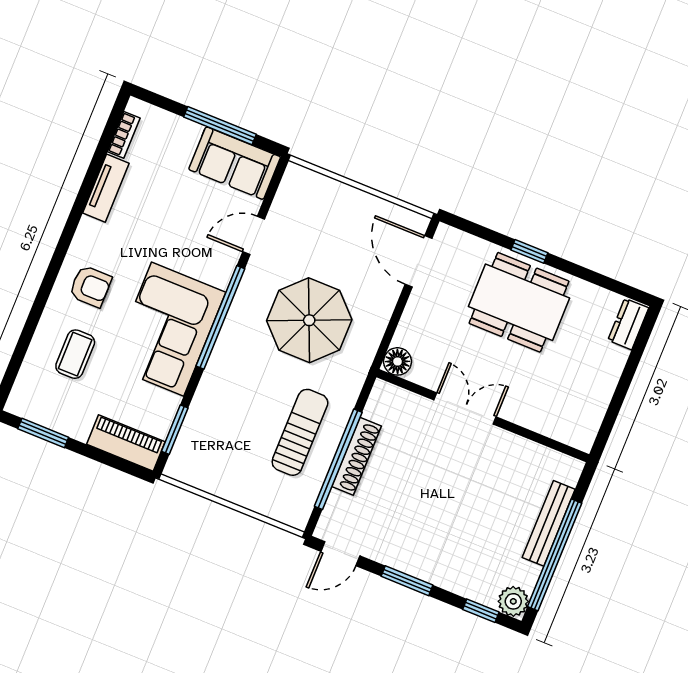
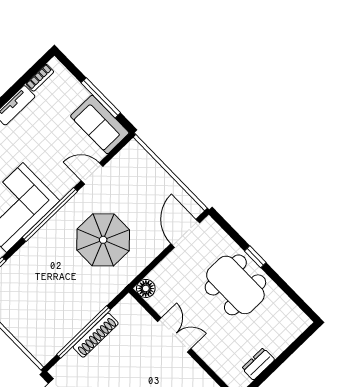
dresser: (628, 324) -> (258, 364), moved
sun lounger: (300, 432) -> (68, 306), removed

